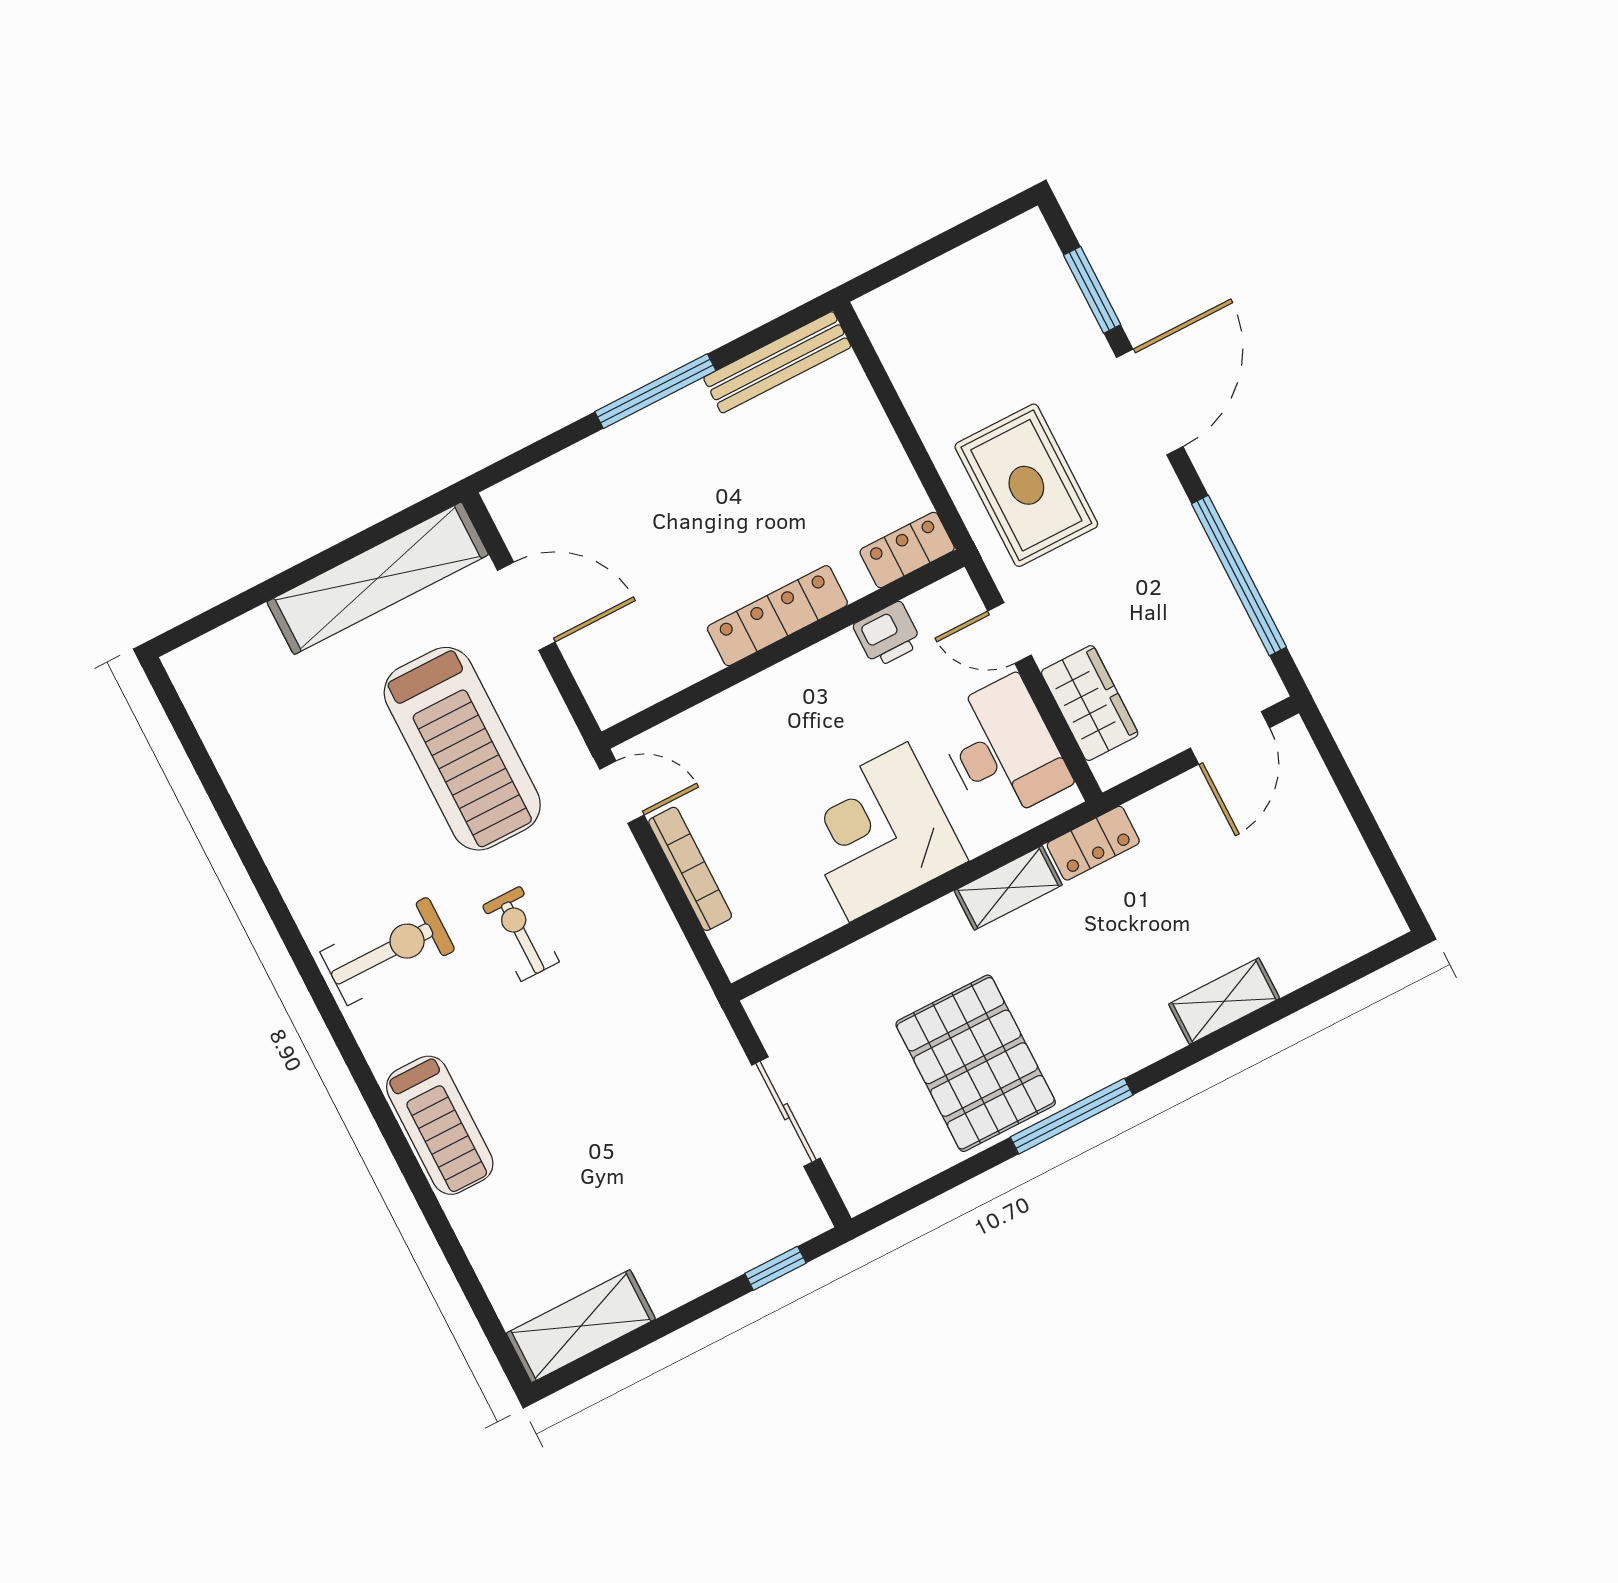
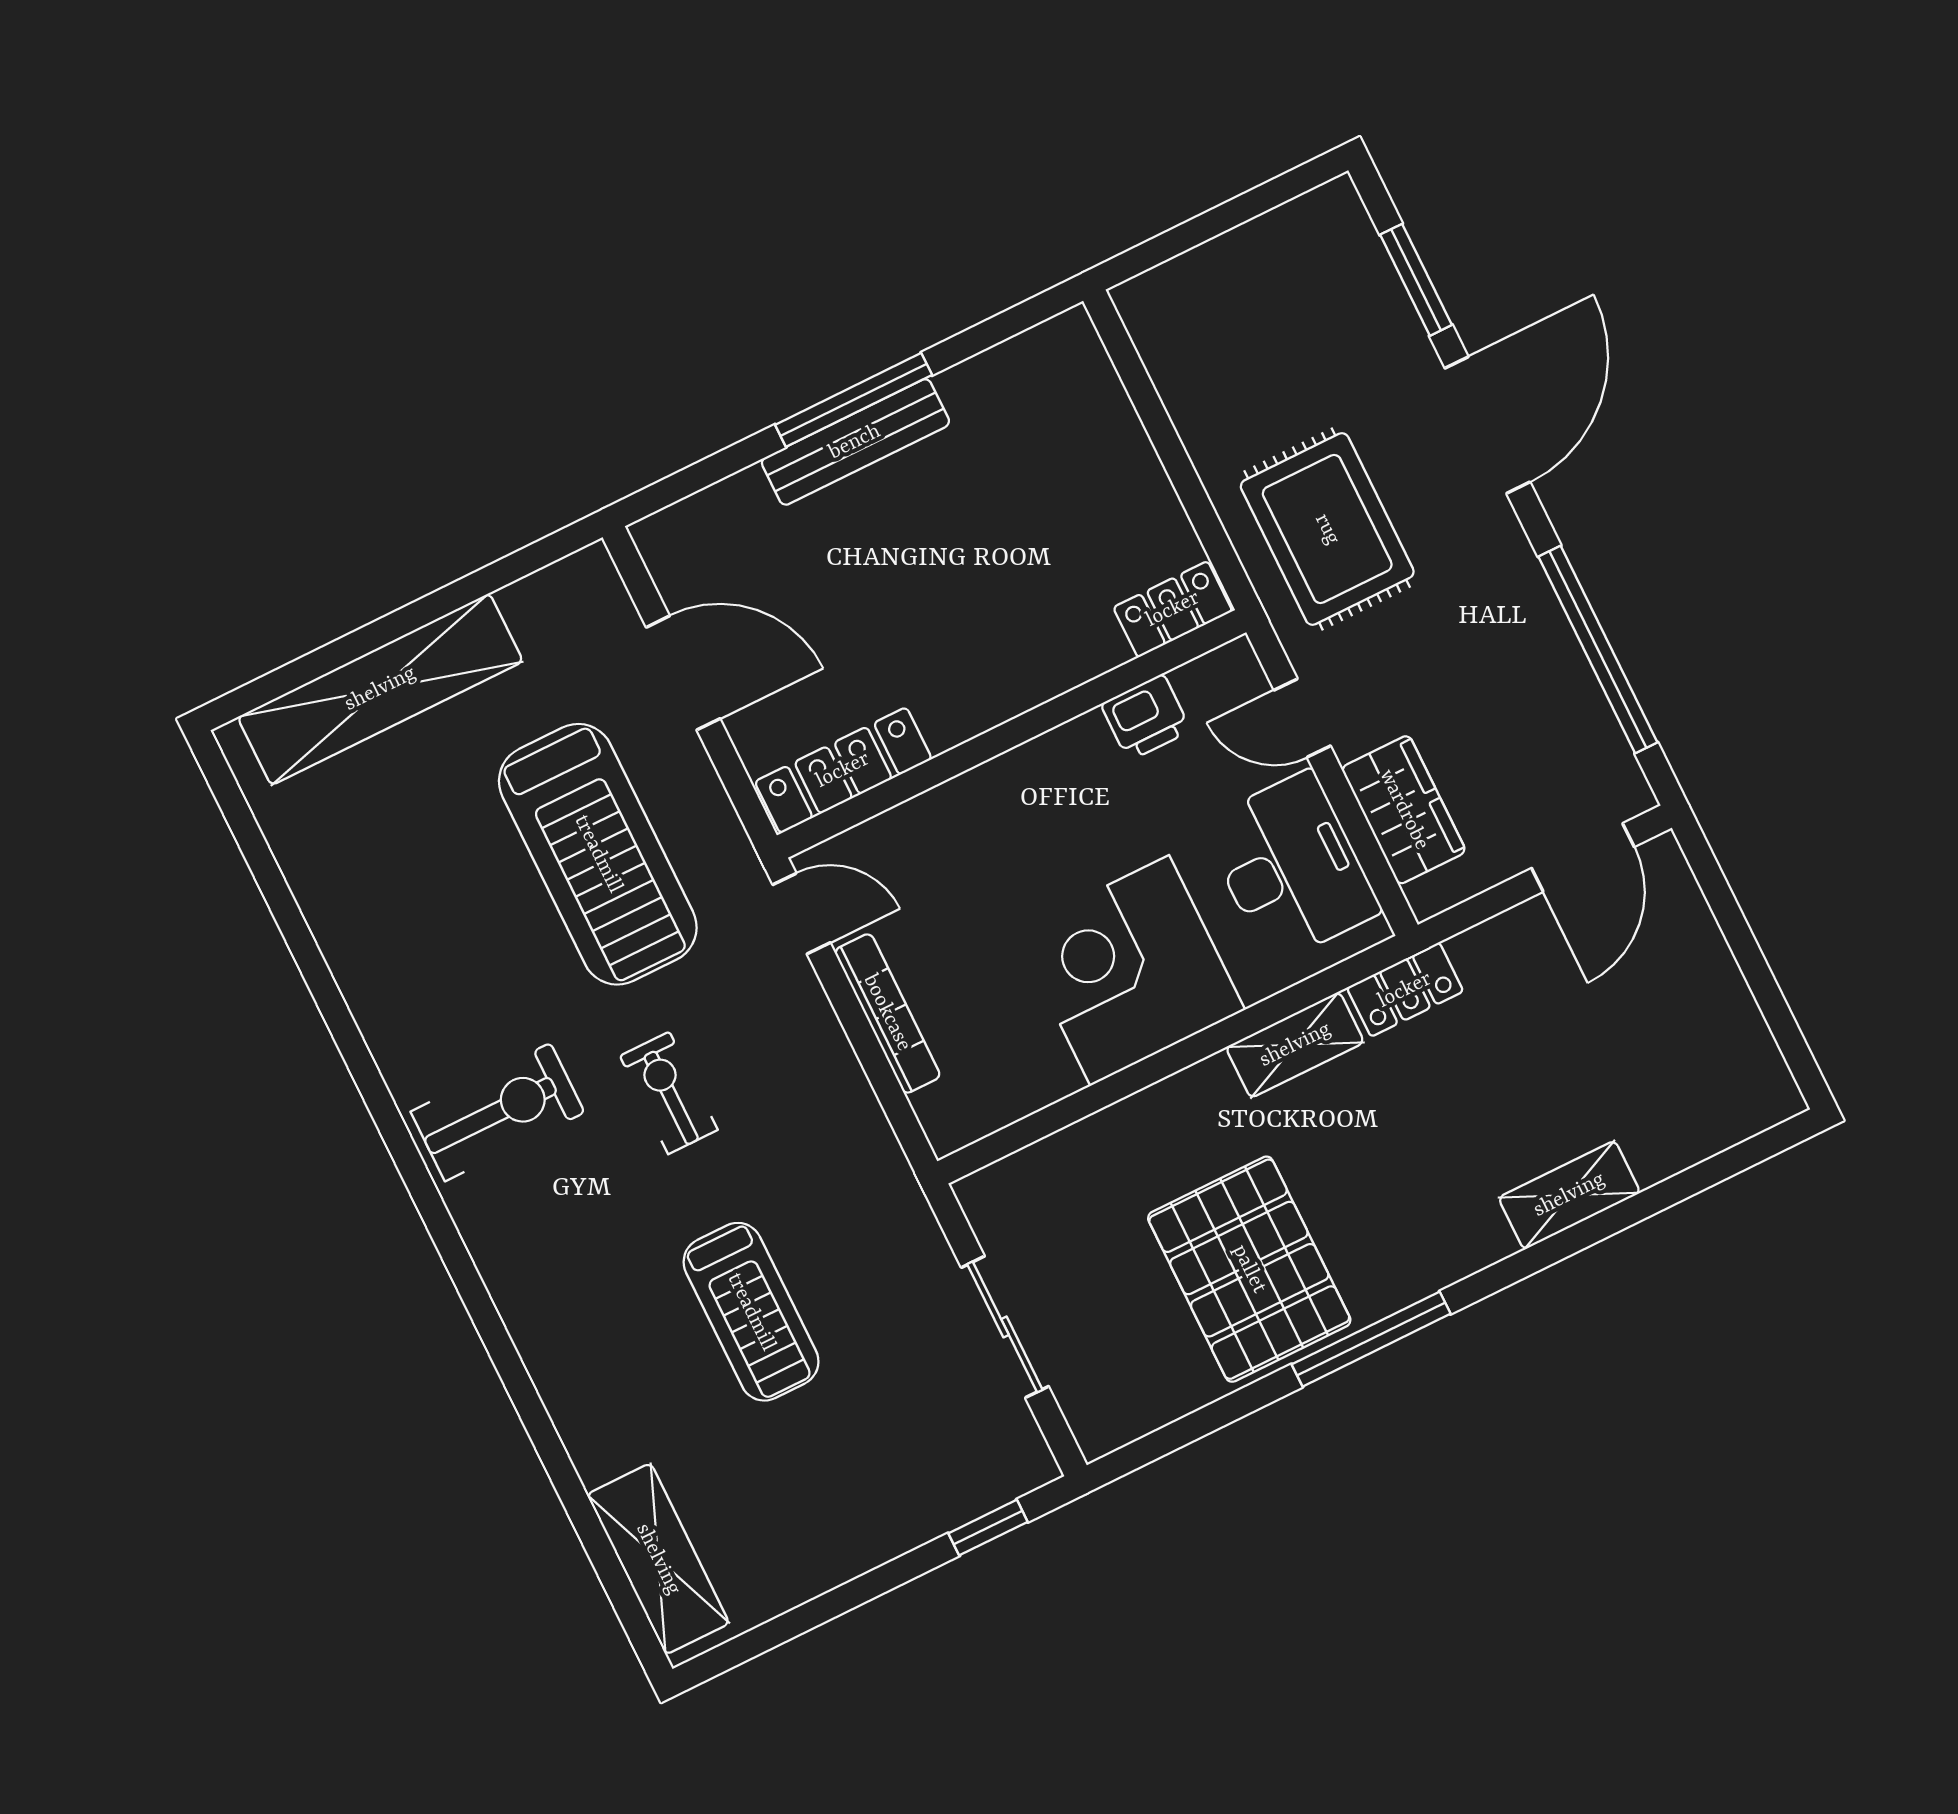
bench: (777, 362) -> (855, 442), moved
shelving: (378, 578) -> (380, 689), moved
locker: (777, 616) -> (843, 770), moved
treadmill: (440, 1125) -> (751, 1312), moved
shelving: (581, 1326) -> (658, 1559), moved, turned 90

